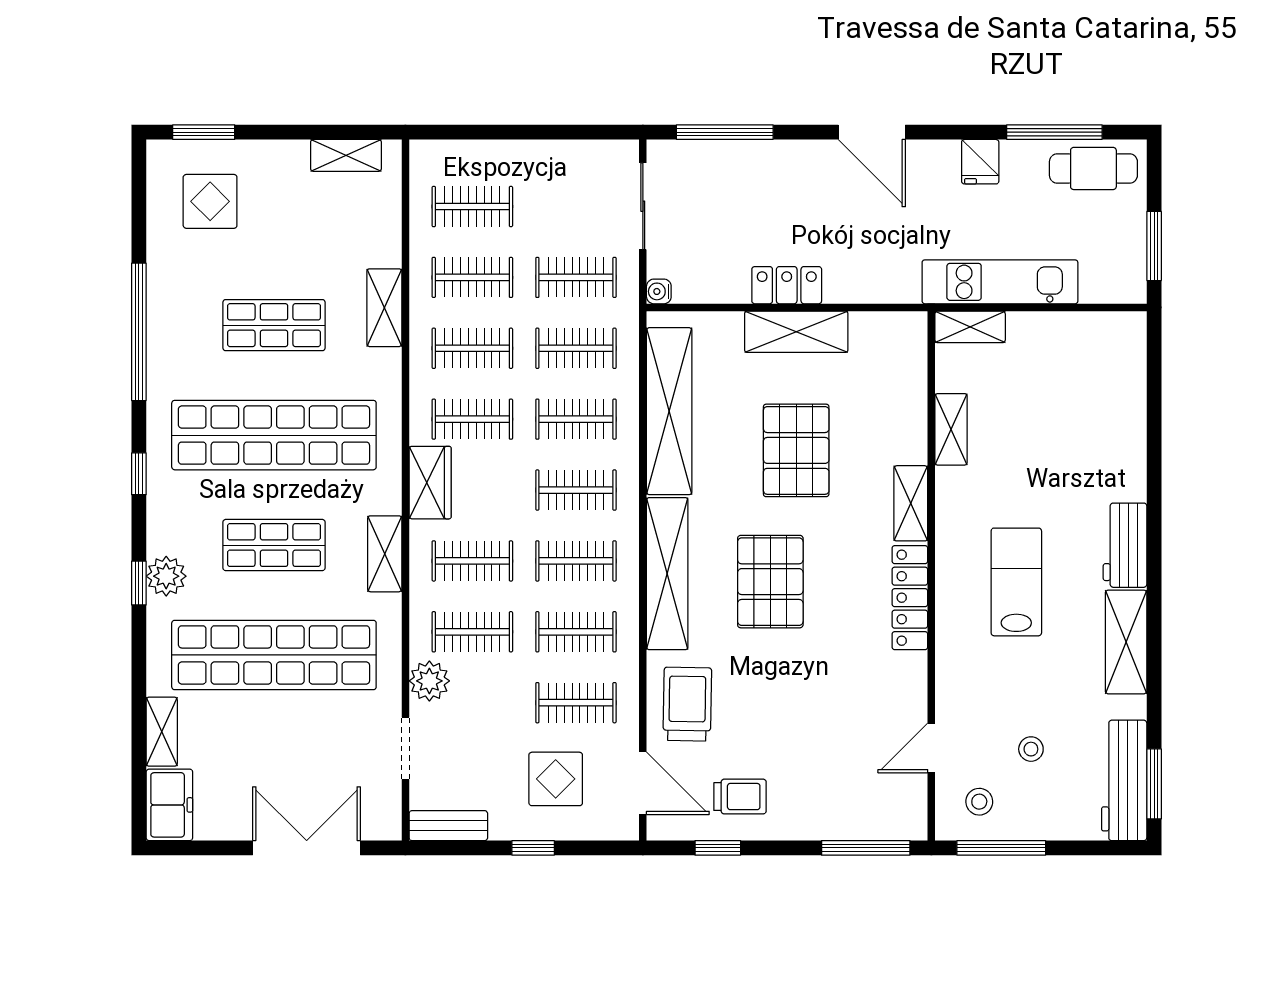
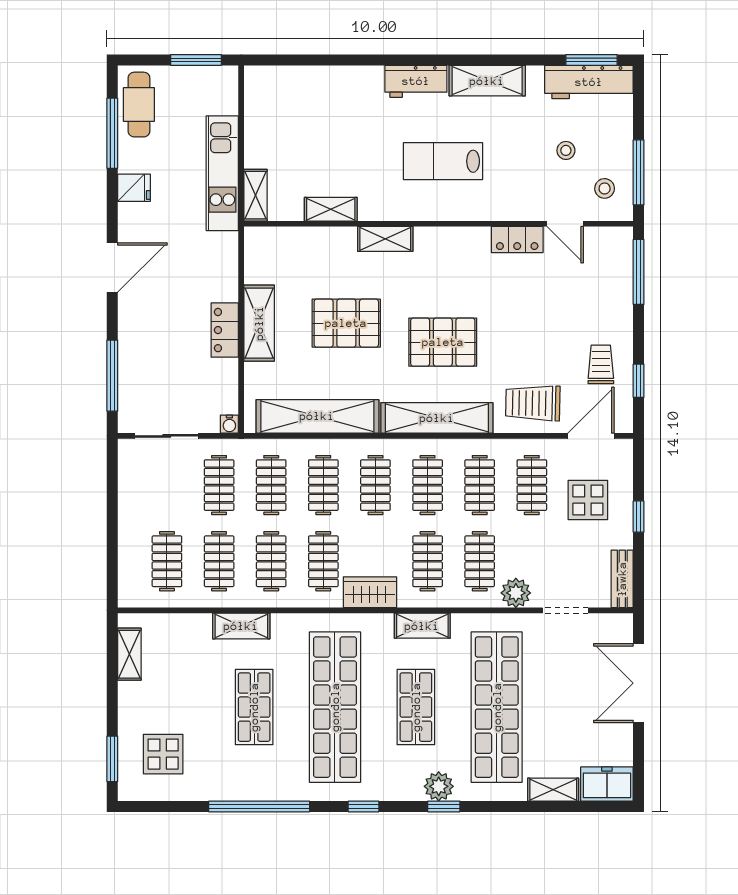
locker: (910, 598) -> (517, 240), moved, width x0.66

